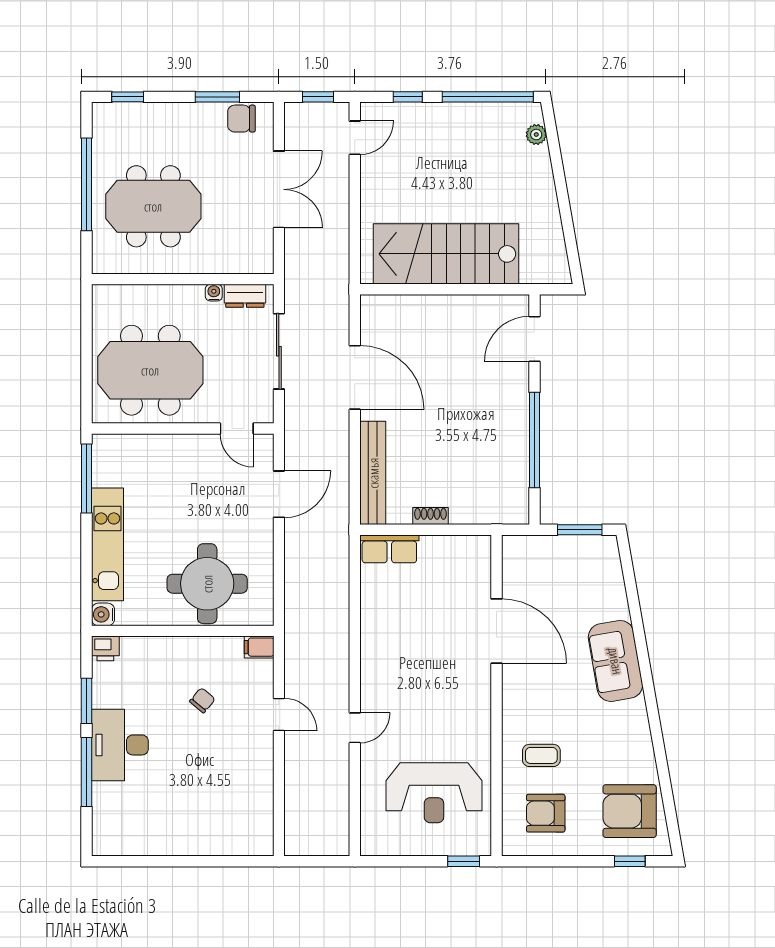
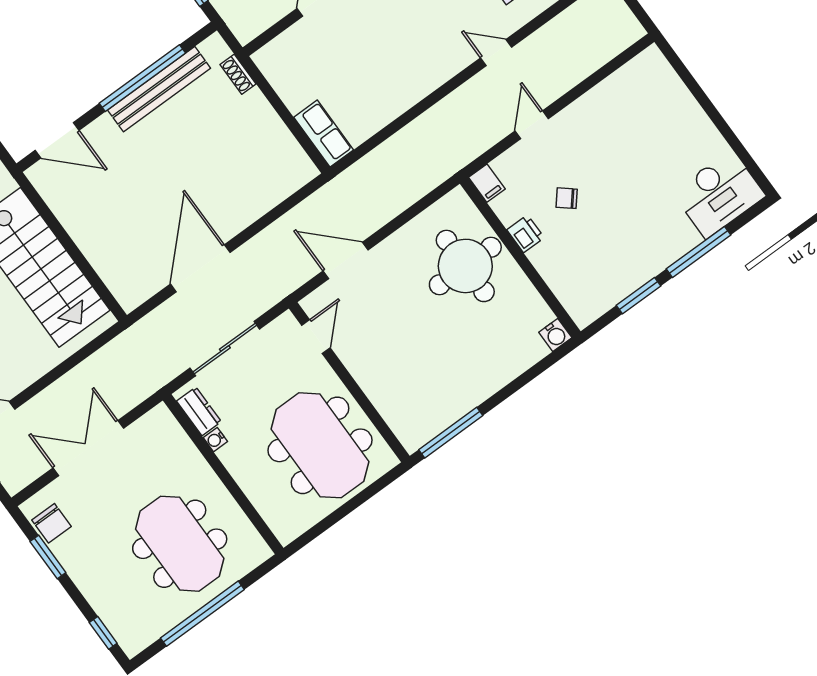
bench: (373, 473) -> (159, 89), moved
shoe rack: (430, 516) -> (238, 74), moved
kitchen unit: (107, 544) -> (494, 374), removed
printer: (105, 648) -> (526, 234), moved
desk: (120, 745) -> (719, 194), moved

